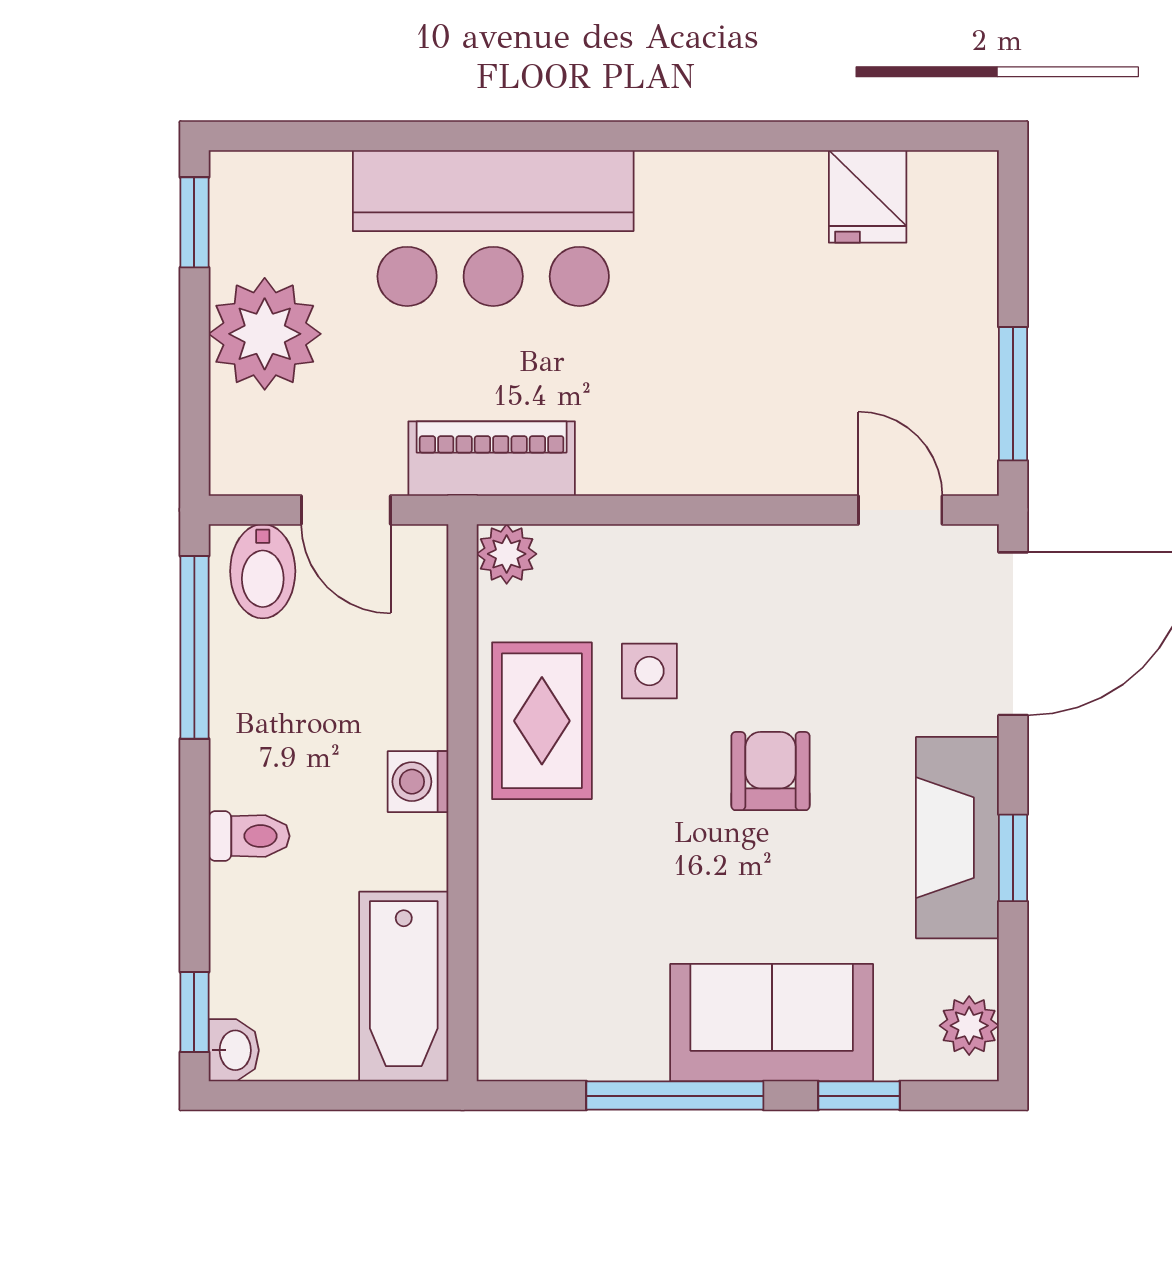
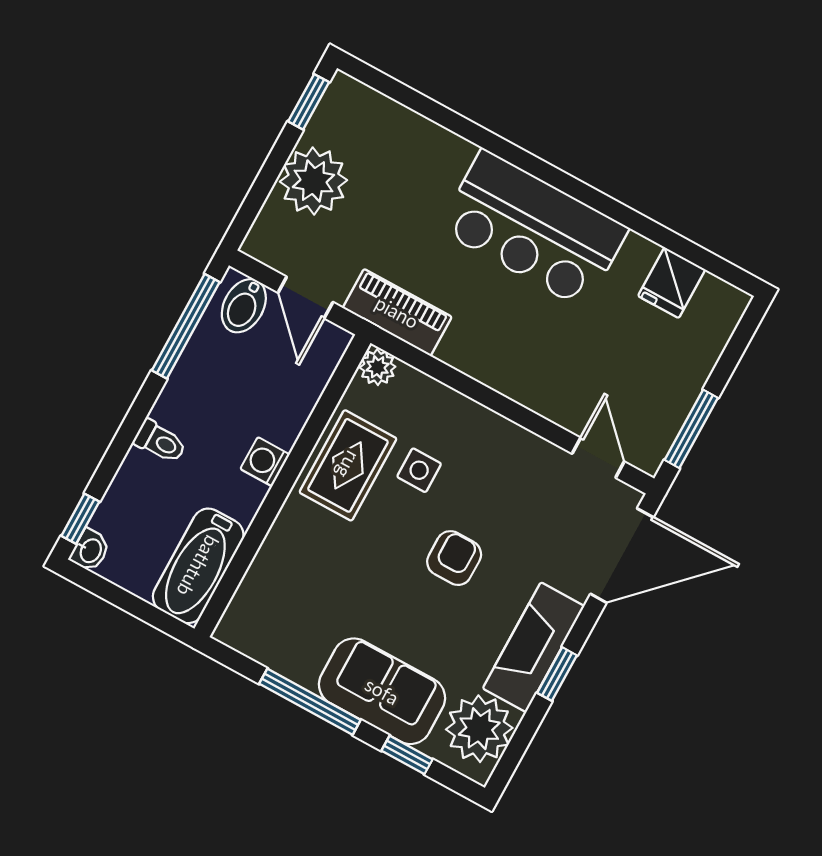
bar counter: (493, 228) -> (533, 229), moved
plant: (969, 1026) -> (479, 729), width x1.87, depth x1.87

